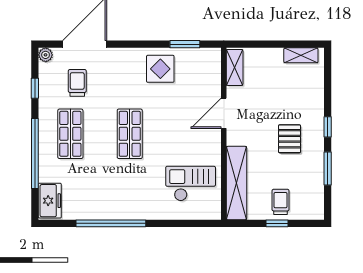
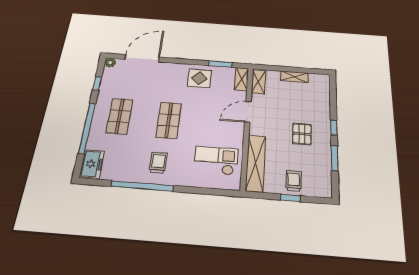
shelving: (301, 55) -> (294, 77), moved
shelving: (213, 65) -> (242, 79), added
trolley: (77, 83) -> (158, 163), moved

